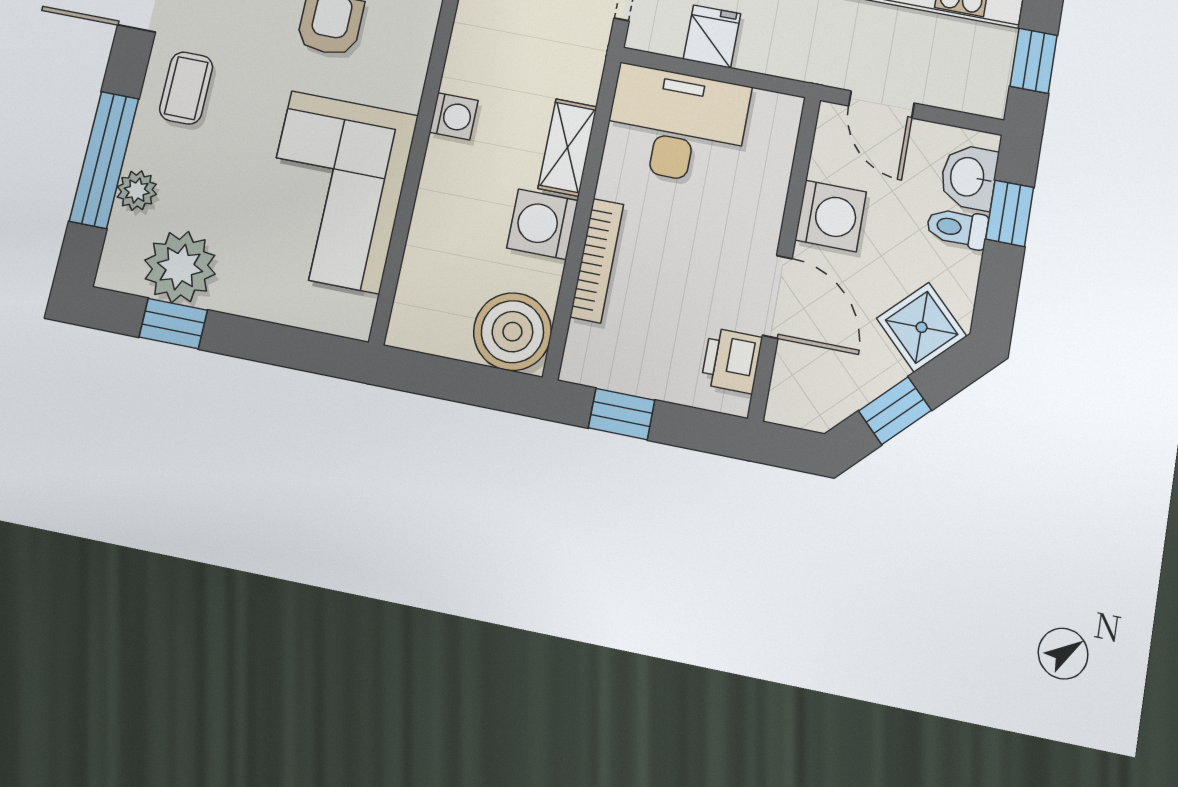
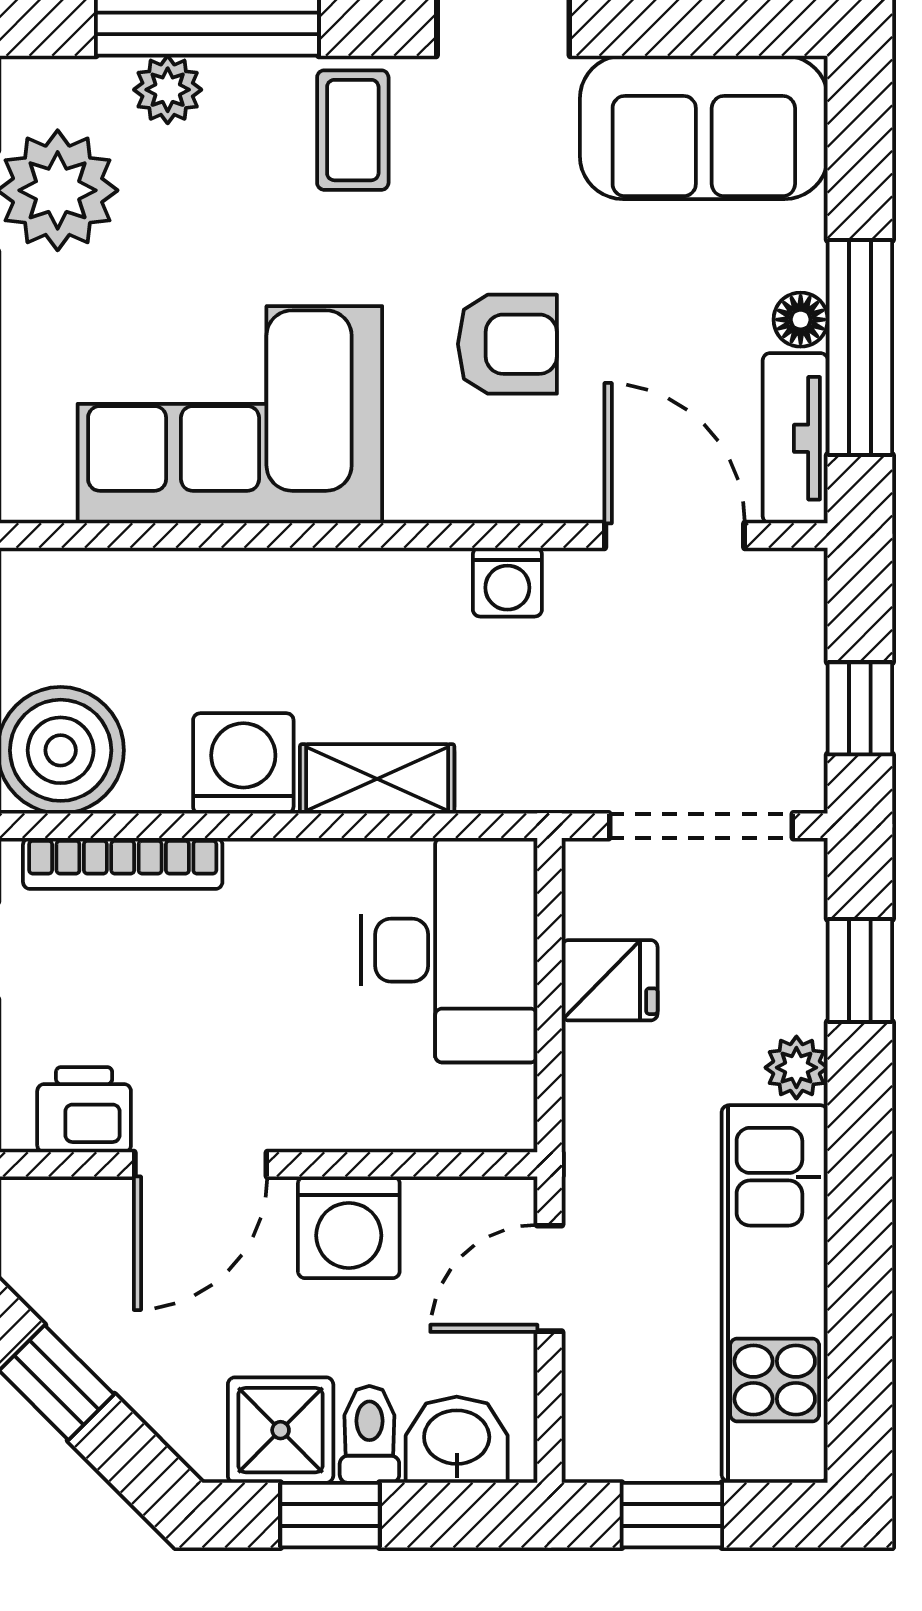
coffee table: (186, 88) -> (353, 130), turned 90
washing machine: (454, 116) -> (507, 582), moved
window: (1010, 213) -> (330, 1515), moved
bookcase: (597, 260) -> (123, 863), moved
shower: (922, 327) -> (281, 1430), moved, turned 45

